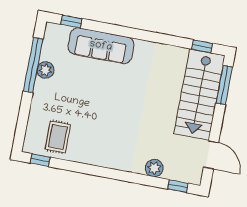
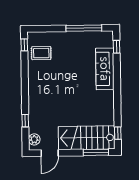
plant: (45, 70) -> (82, 37), removed
plant: (154, 168) -> (34, 139), moved
window: (178, 186) -> (25, 121), moved

